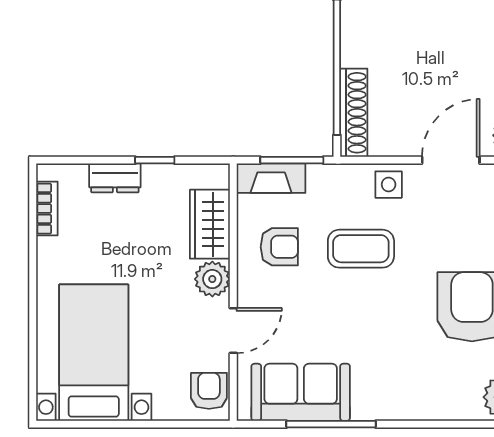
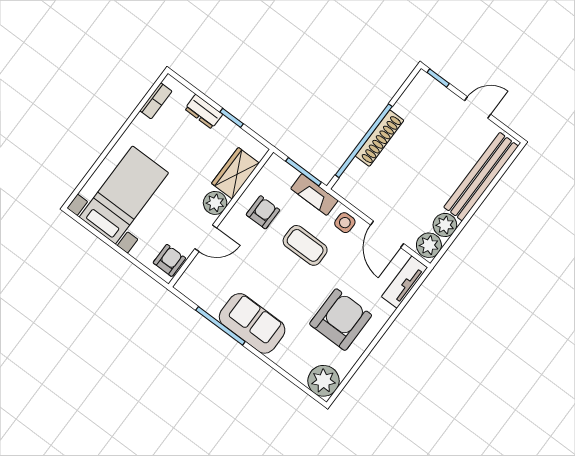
shoe rack: (354, 113) -> (380, 138), moved
door: (451, 160) -> (387, 234), swing flipped
fireplace: (271, 178) -> (314, 195), moved
armchair: (279, 247) -> (263, 212), turned -90
sofa: (301, 392) -> (252, 323), moved

